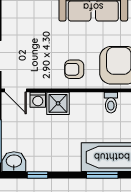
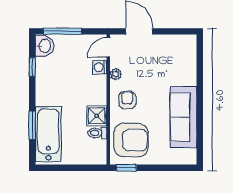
plant: (45, 82) -> (116, 74), added
shower: (58, 103) -> (97, 116), moved

